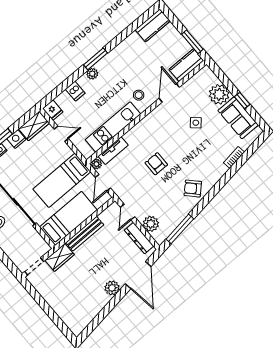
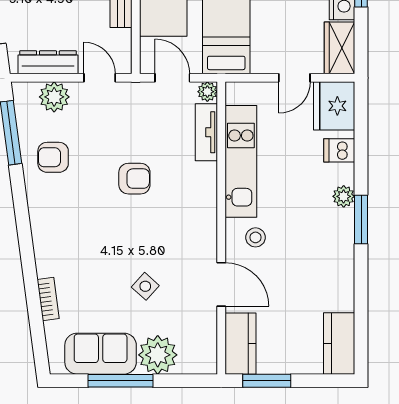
window: (242, 100) -> (121, 381), width x2.17
fridge: (53, 110) -> (334, 106), width x1.88, depth x1.34
armchair: (193, 188) -> (53, 157), moved, turned -136

